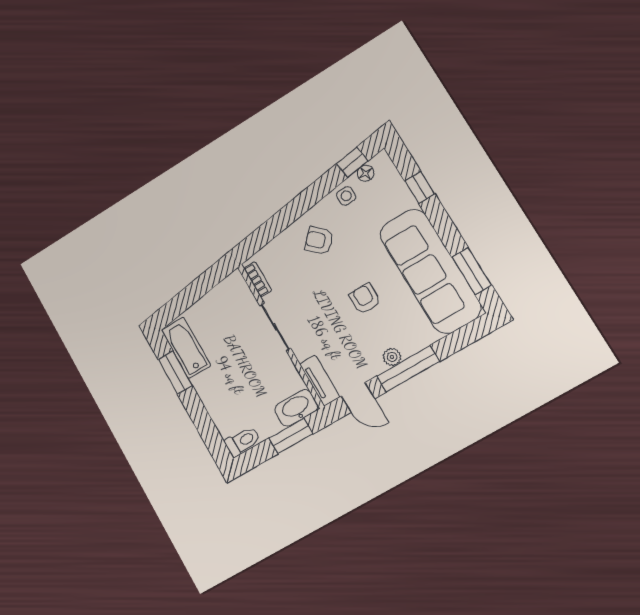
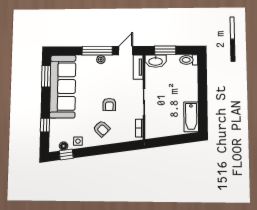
armchair: (365, 299) -> (109, 105), moved
window: (175, 372) -> (203, 108), removed
door: (358, 397) -> (126, 51), hinge flipped

